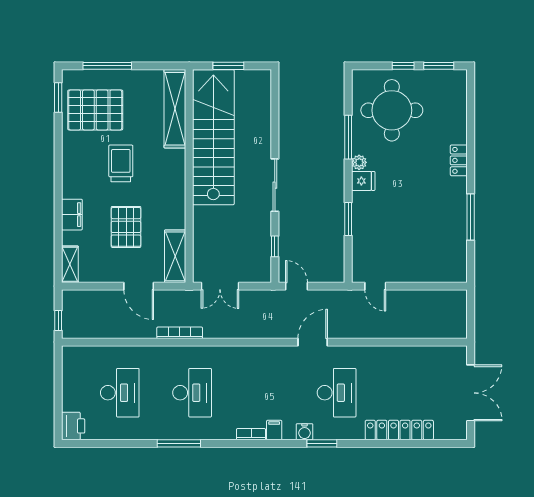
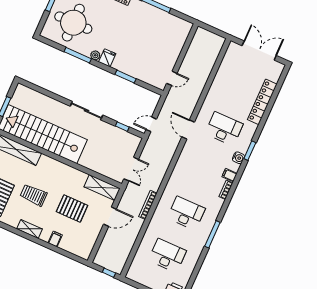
filing cabinet: (72, 215) -> (55, 239), width x0.50
shelving: (70, 264) -> (30, 229), moved

